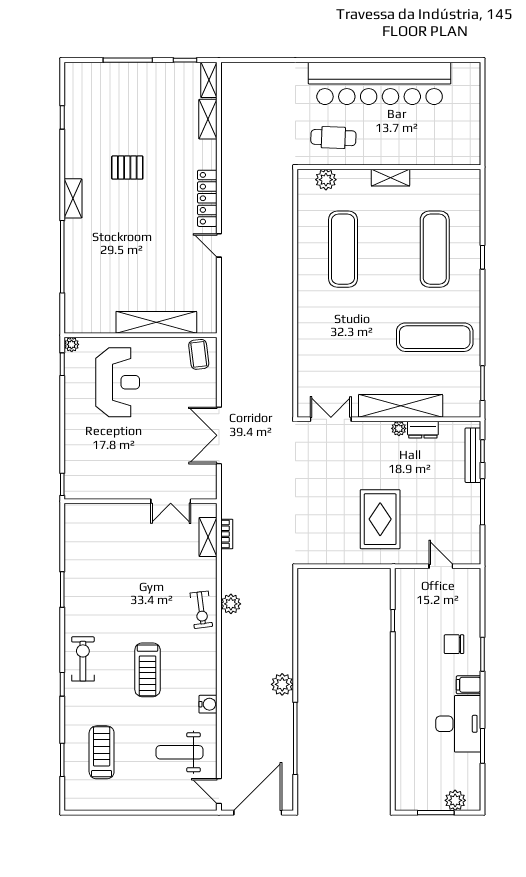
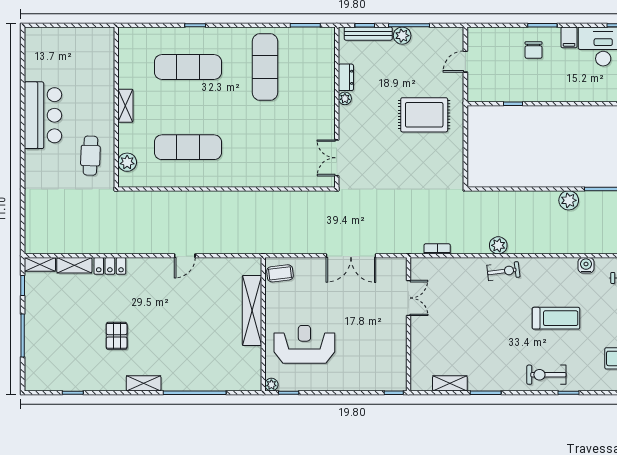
bar counter: (380, 83) -> (43, 115), width x0.54
locker: (207, 198) -> (110, 266), moved, width x0.66
shelving: (401, 406) -> (325, 97), removed
plant: (471, 494) -> (402, 36), added
shelving: (208, 537) -> (450, 383), moved

